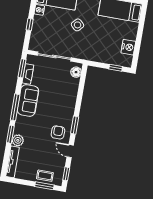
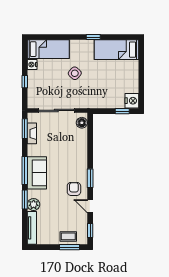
nightstand: (128, 47) -> (132, 101), moved
sofa: (28, 100) -> (37, 173), moved

